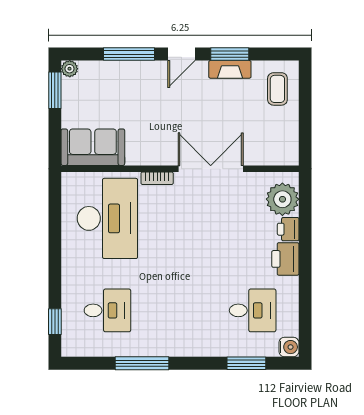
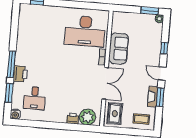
window: (129, 54) -> (164, 48), width x0.46
rug: (271, 144) -> (115, 114), added
sofa: (93, 147) -> (119, 48), moved
printer: (285, 259) -> (20, 74), moved, turned 90
desk: (107, 310) -> (40, 27), removed
window: (142, 363) -> (11, 64), moved

